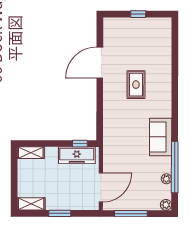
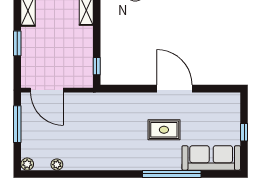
door: (100, 63) -> (175, 89), moved
sofa: (161, 137) -> (211, 158), moved, width x1.36
freezer: (77, 155) -> (83, 63), removed
window: (175, 167) -> (172, 174), moved

